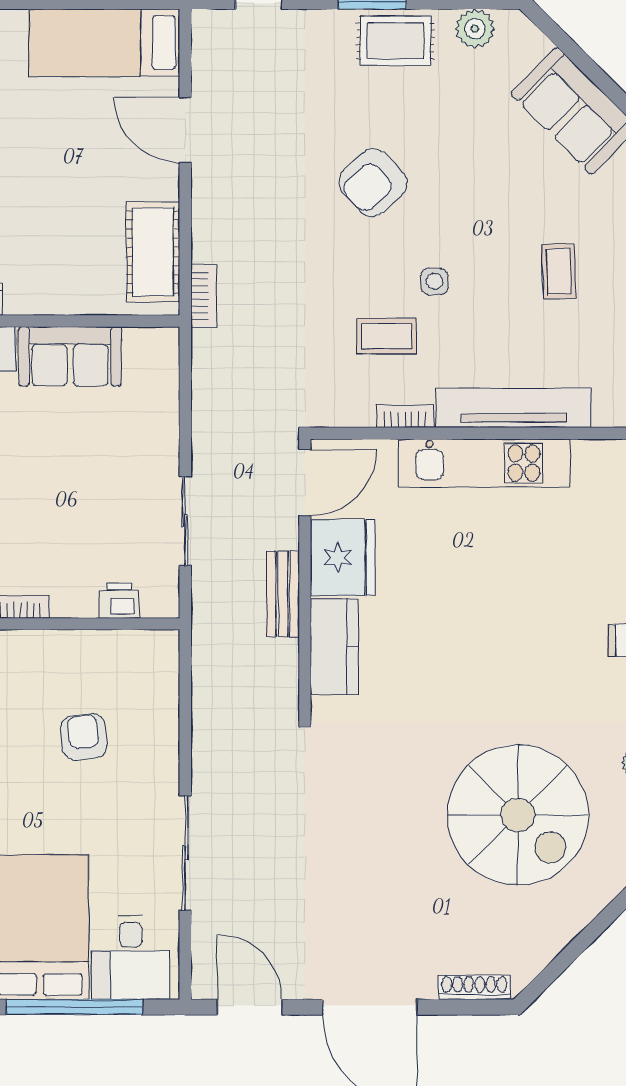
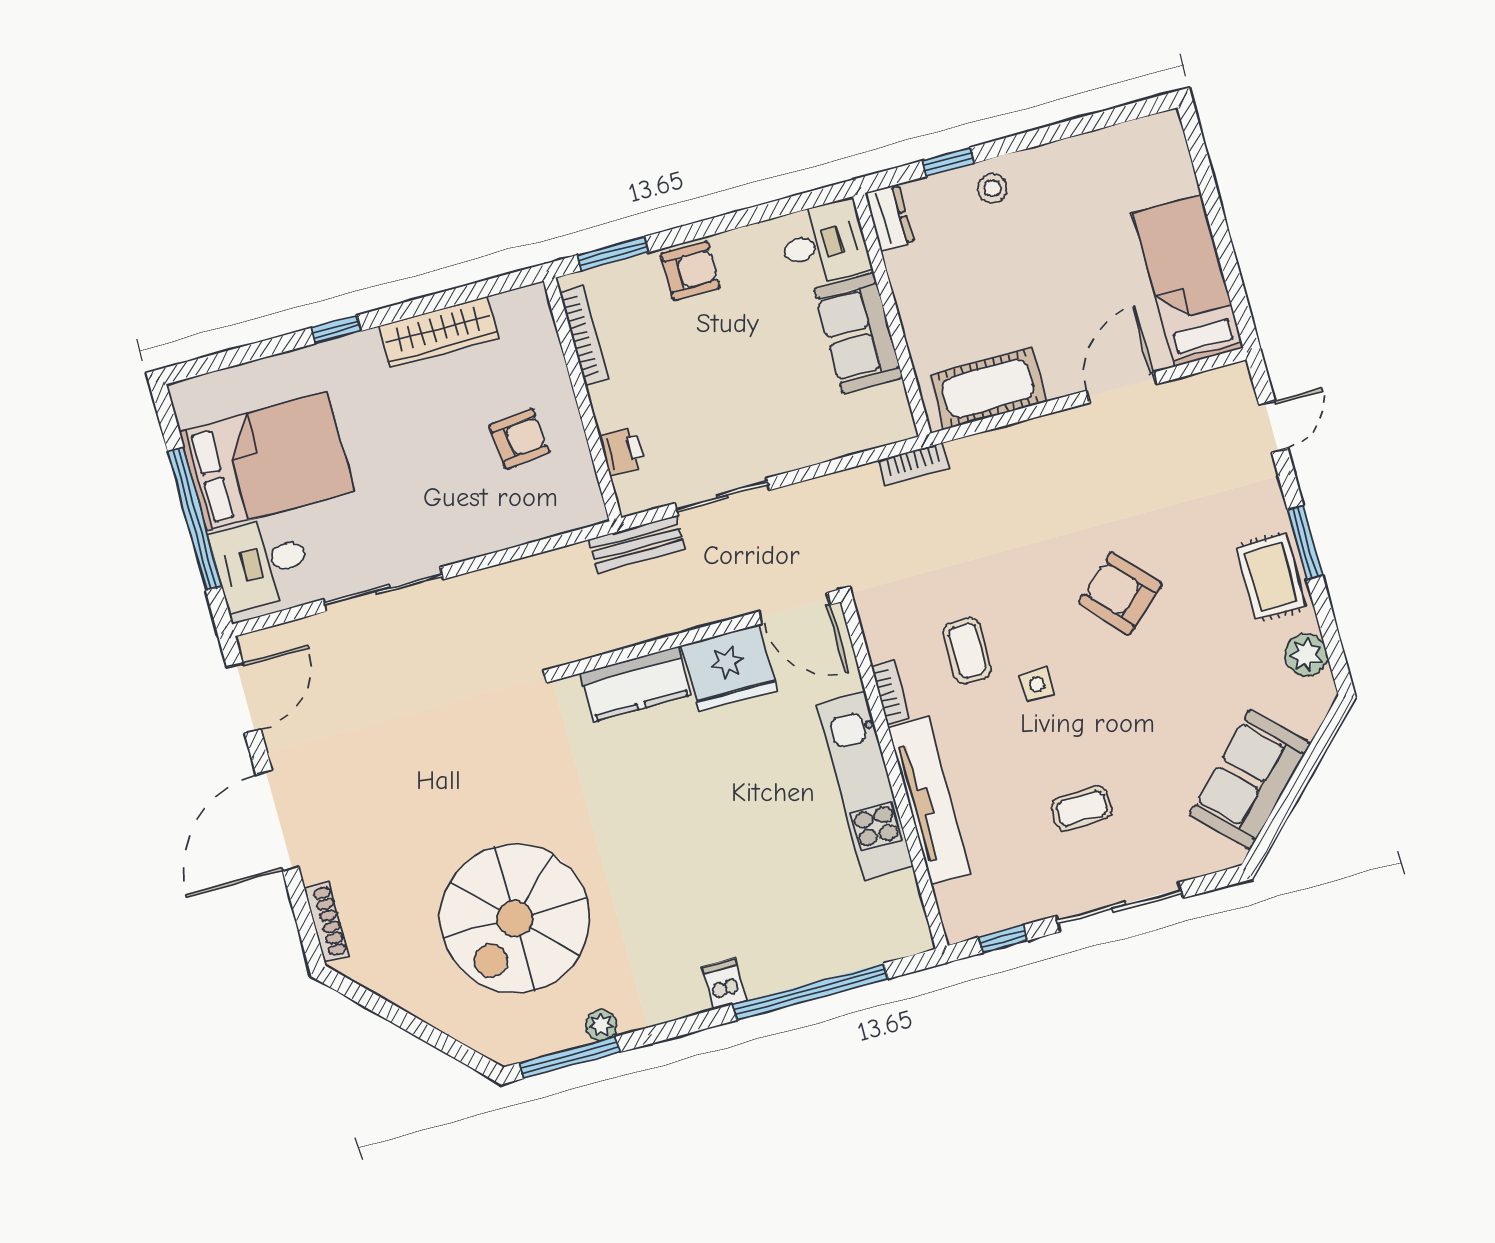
bookcase: (204, 296) -> (914, 464), moved
bench: (283, 594) -> (637, 544), moved
armchair: (84, 737) -> (519, 439), moved

